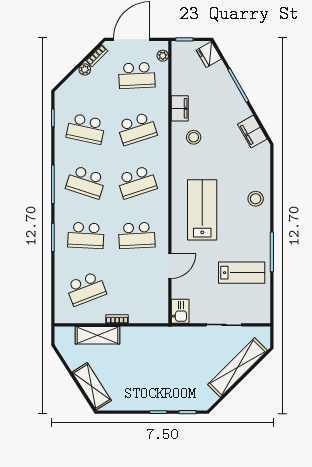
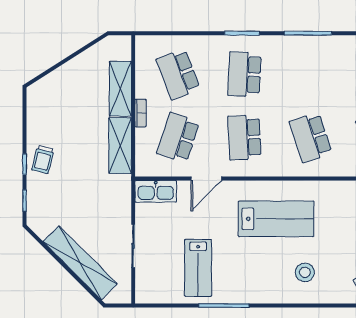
school desk: (86, 182) -> (178, 138), moved
stool: (256, 199) -> (305, 272), moved
door: (170, 266) -> (206, 179), hinge flipped
kitchen sink: (180, 311) -> (156, 191), width x1.38
shelving: (92, 386) -> (120, 146), moved, turned -58
trolley: (154, 398) -> (43, 159), added

